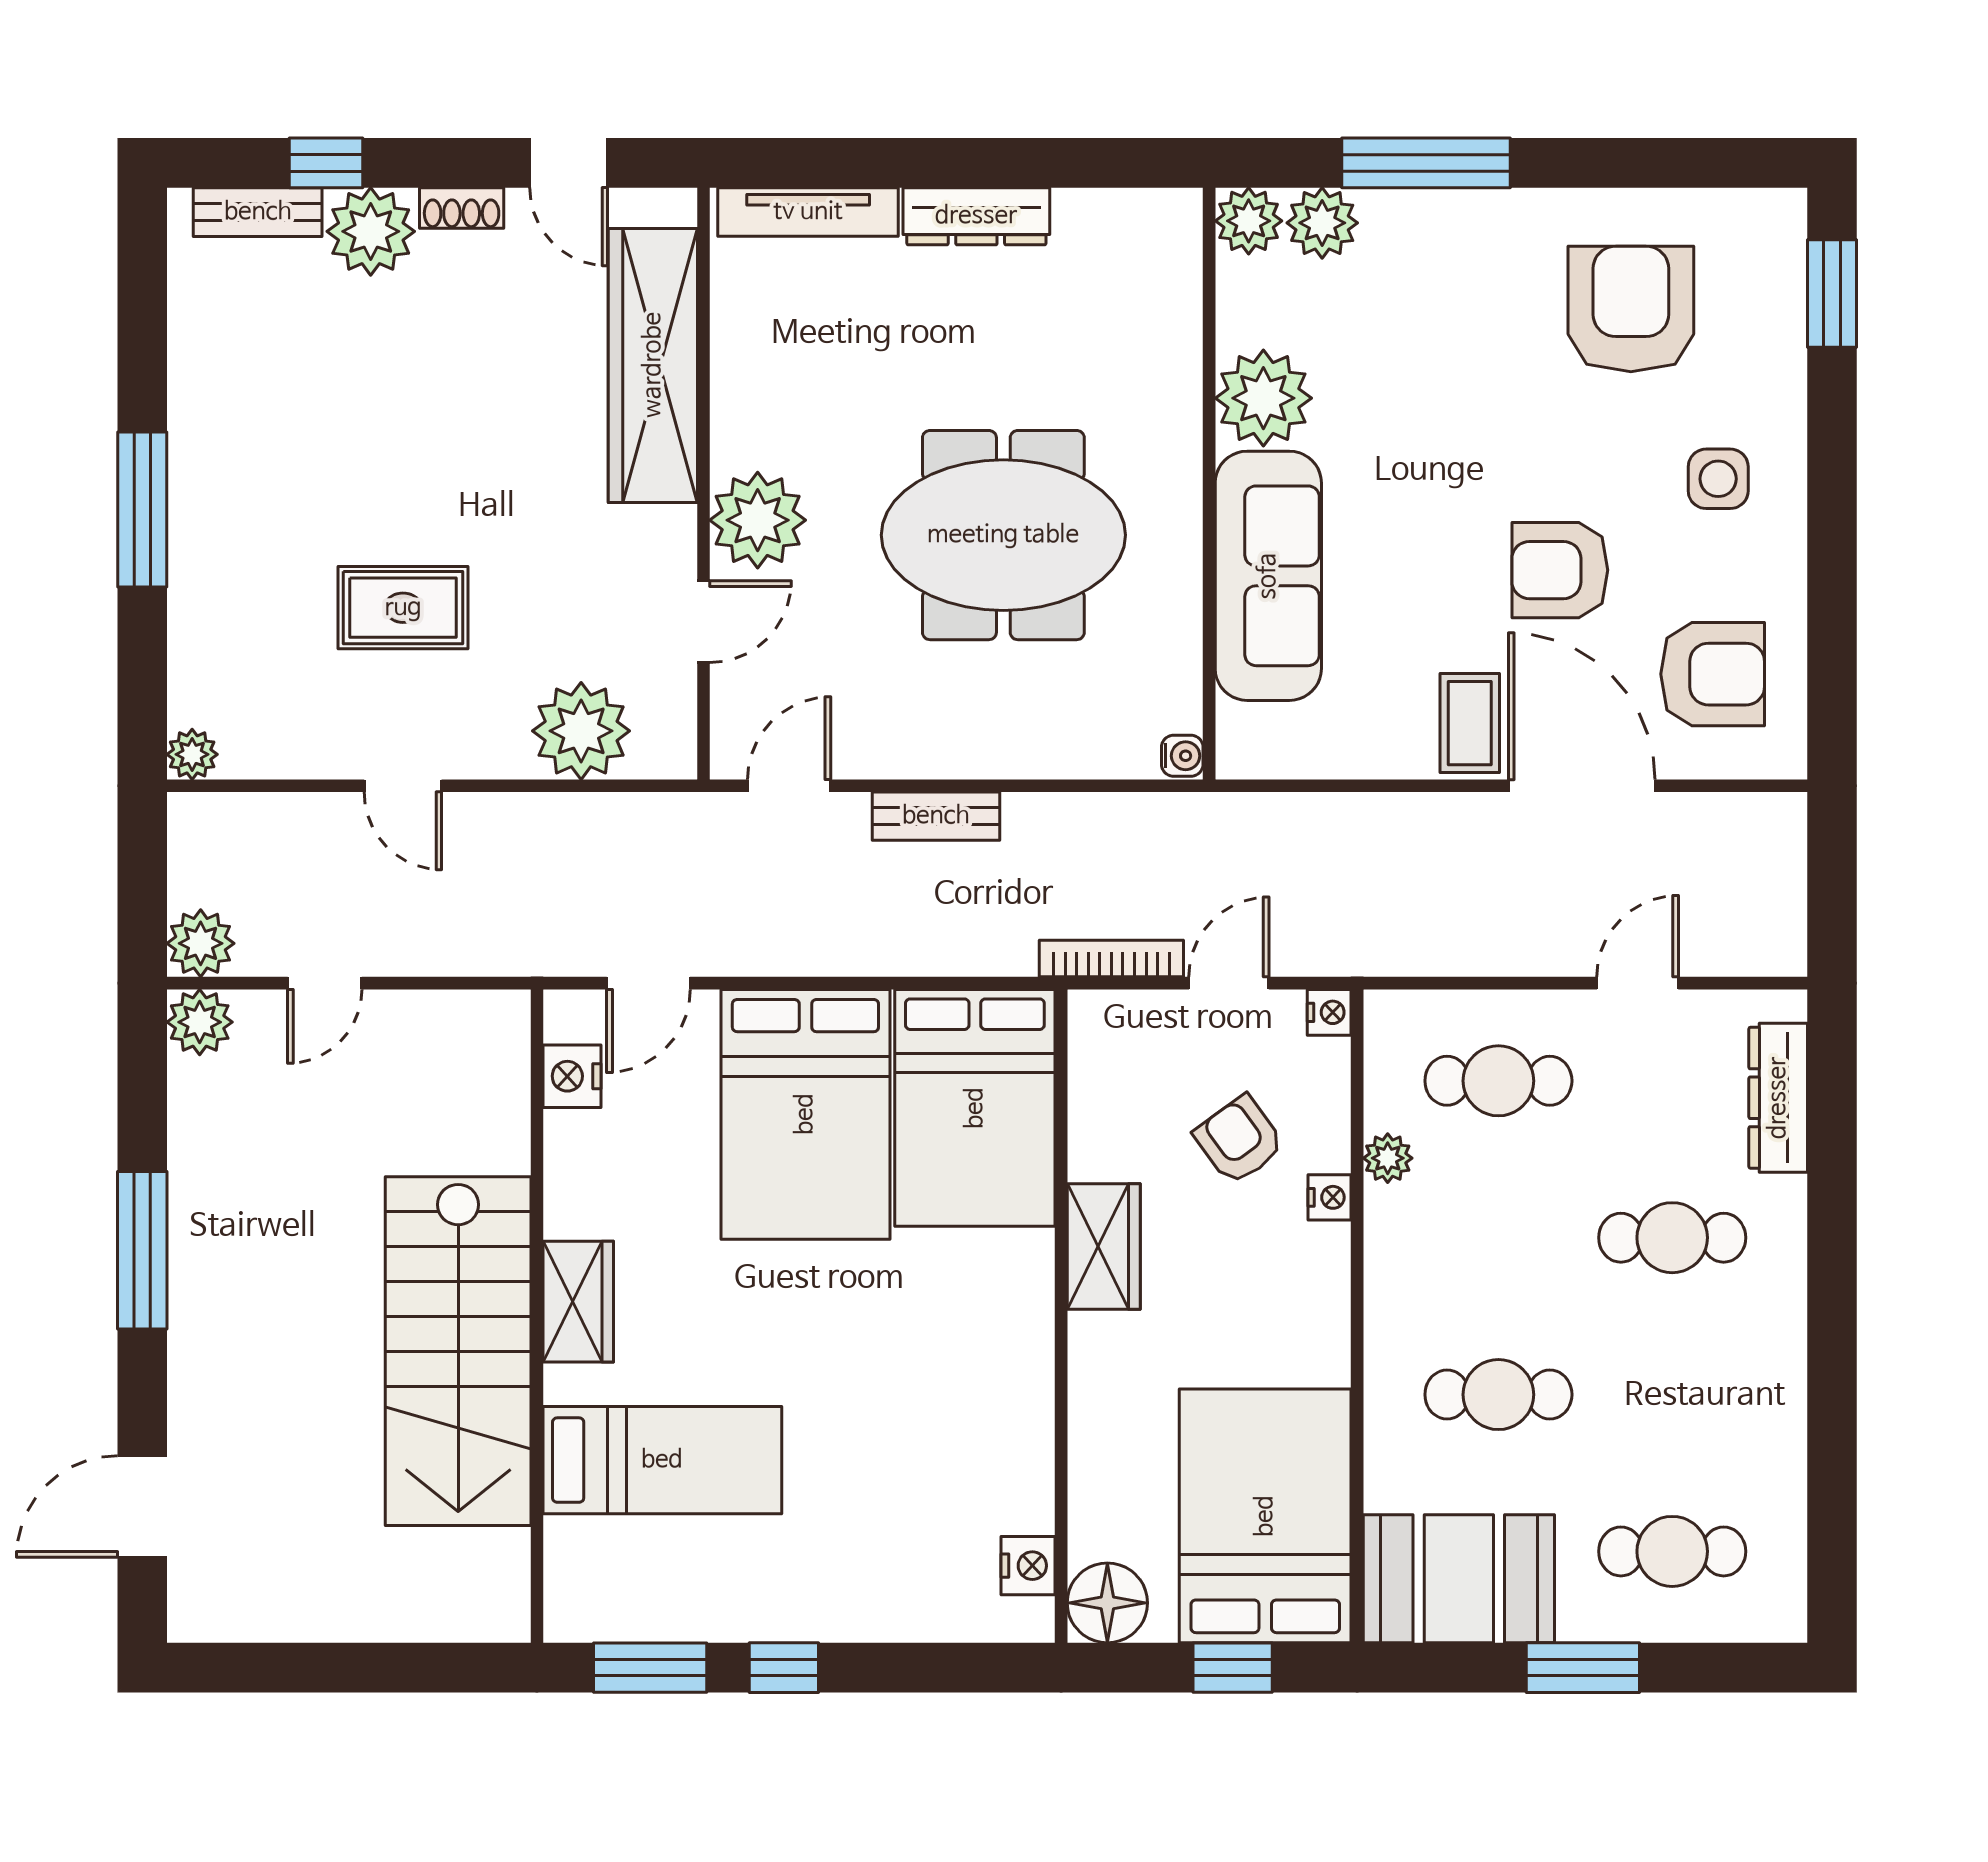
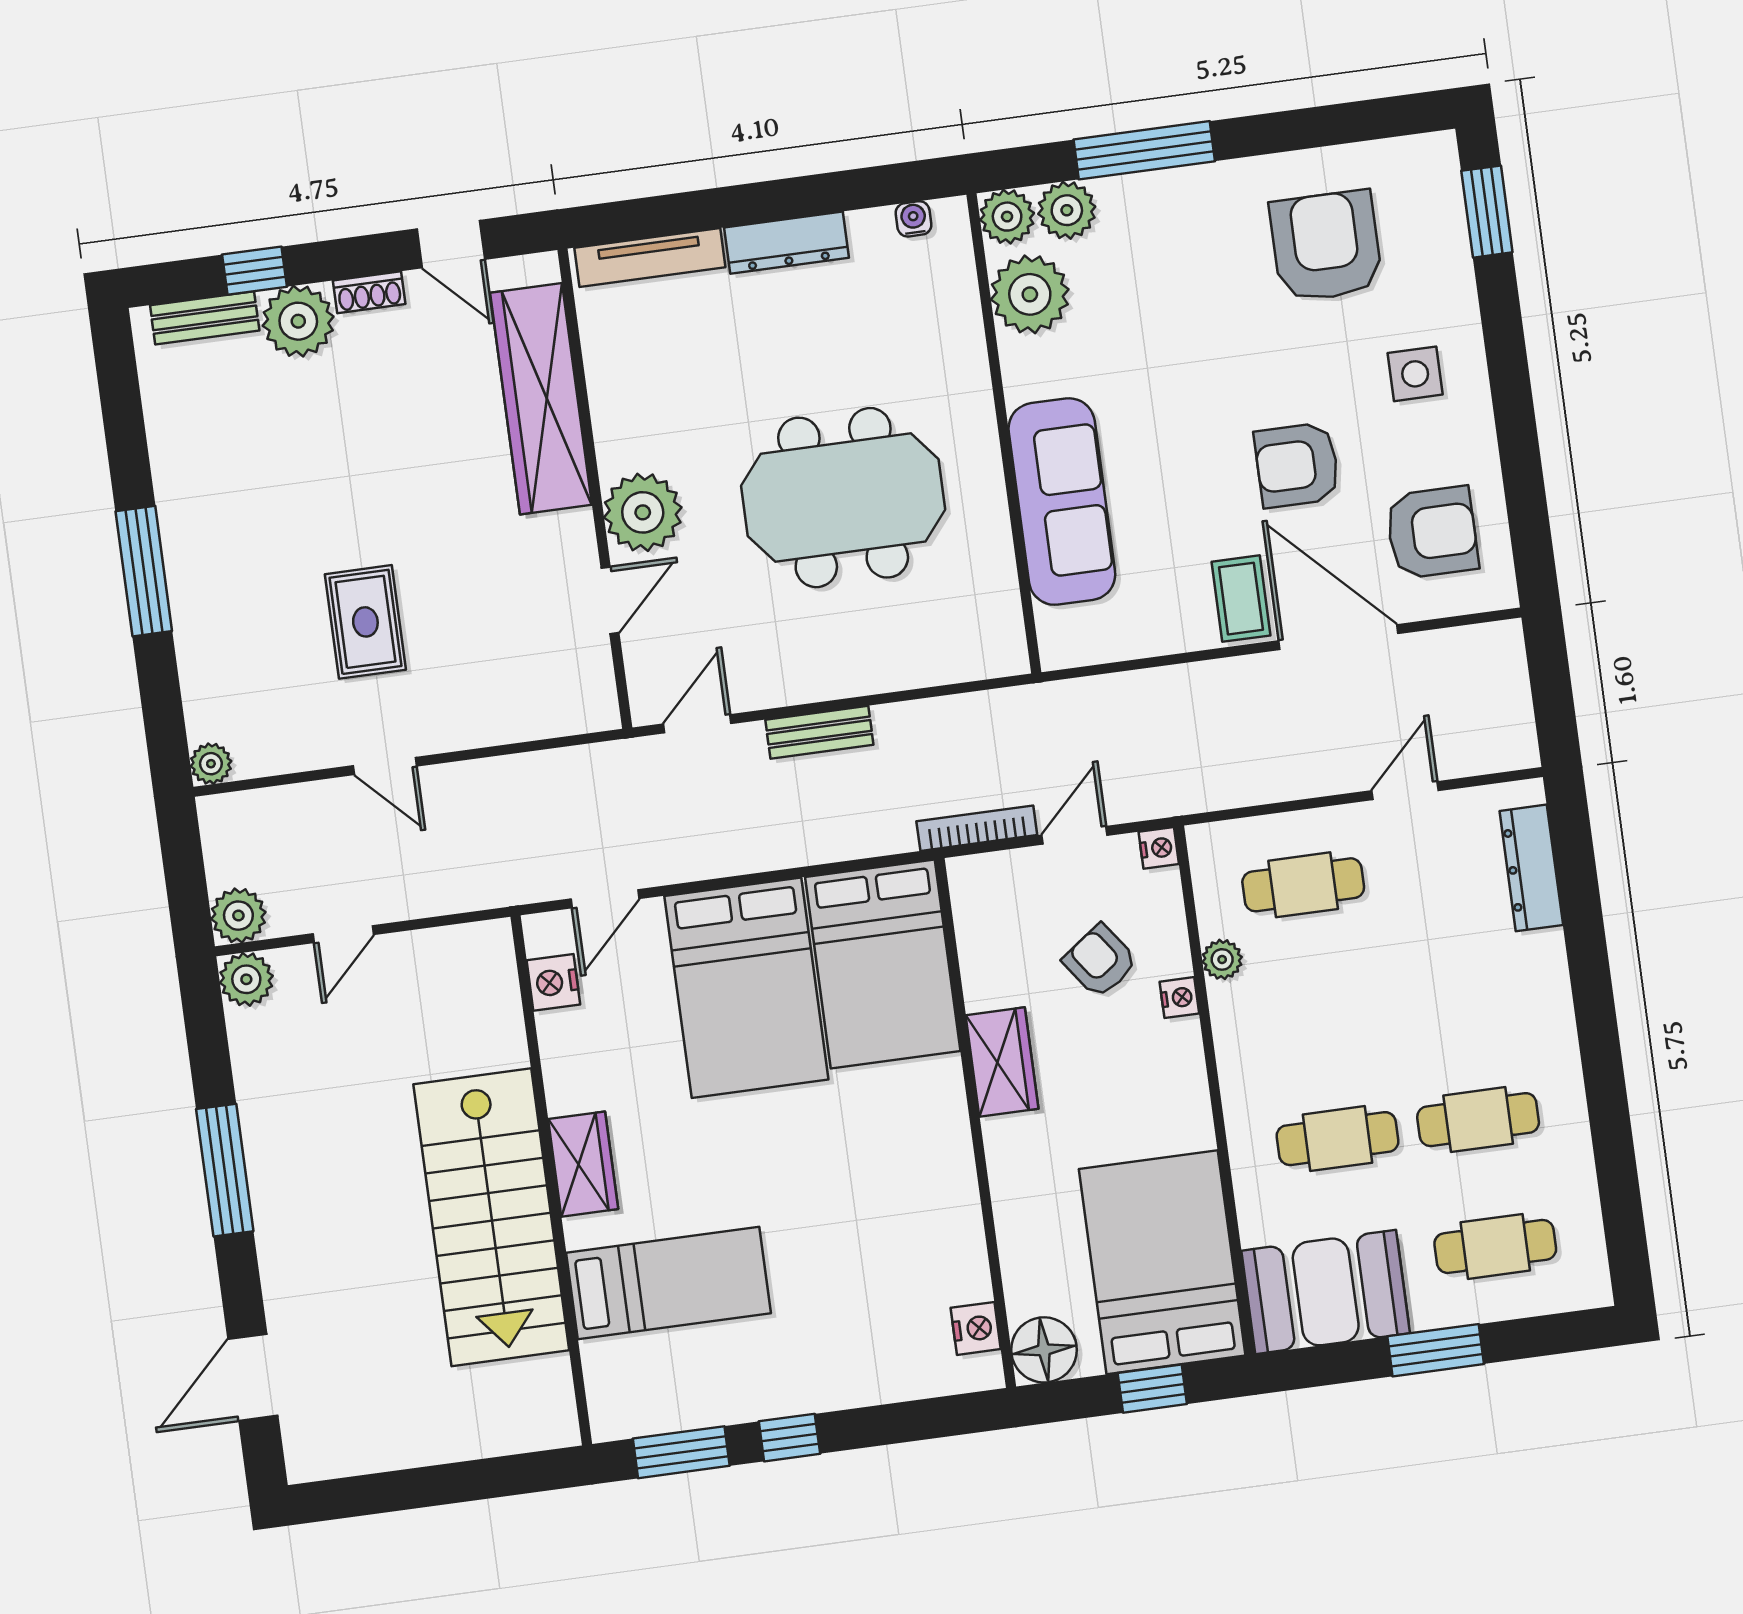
plant: (1263, 398) -> (1030, 294), moved
rug: (403, 608) -> (365, 622), turned 90
plant: (581, 731) -> (523, 702), removed
water cooler: (1182, 756) -> (913, 219), moved, turned -90
cafe table: (1672, 1238) -> (1478, 1120), moved

